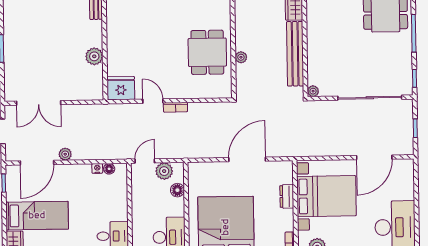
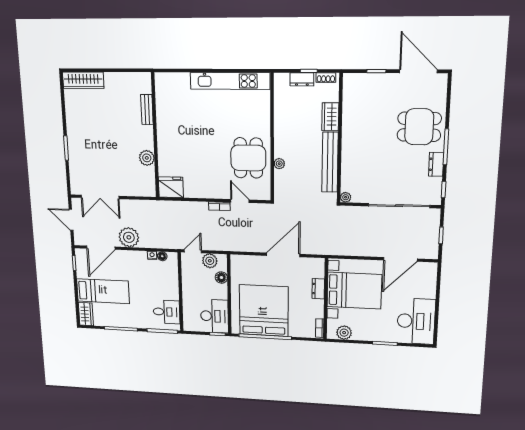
dresser: (405, 52) -> (436, 164), added
door: (153, 101) -> (240, 201), moved
plant: (65, 154) -> (129, 237), width x1.88, depth x1.88

